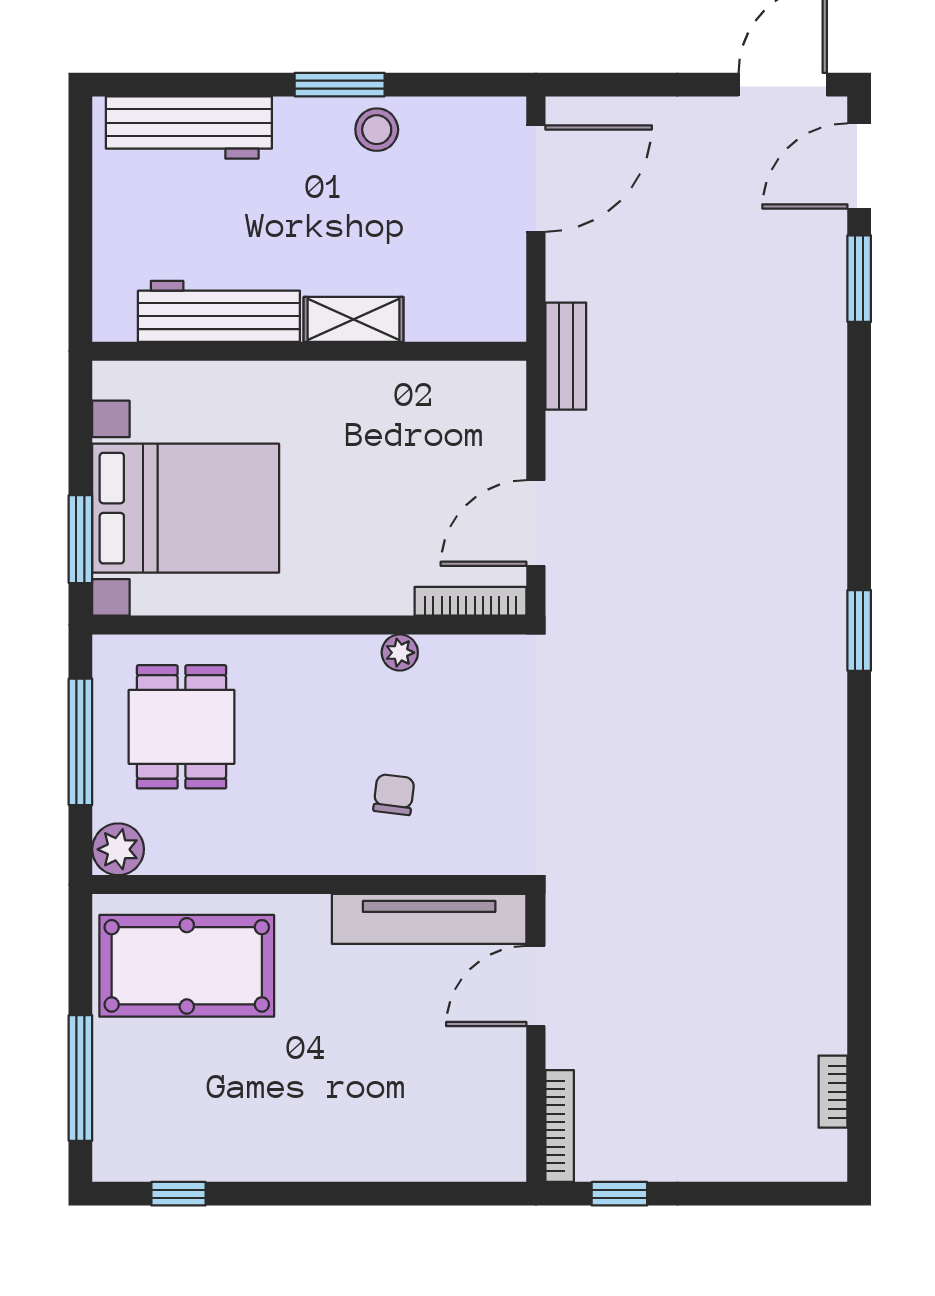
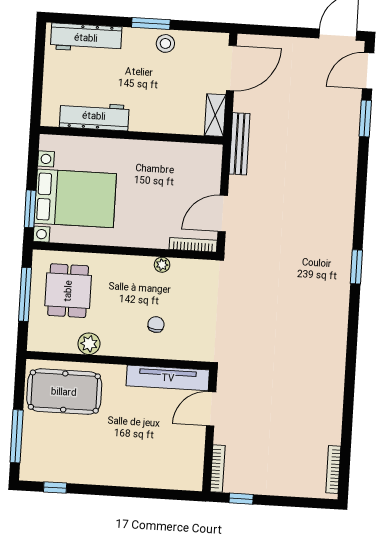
shelving: (354, 319) -> (215, 115), moved, turned 90
bench: (566, 356) -> (240, 144), width x1.36
plant: (118, 849) -> (89, 344), moved
bookcase: (833, 1092) -> (333, 469), width x1.56

